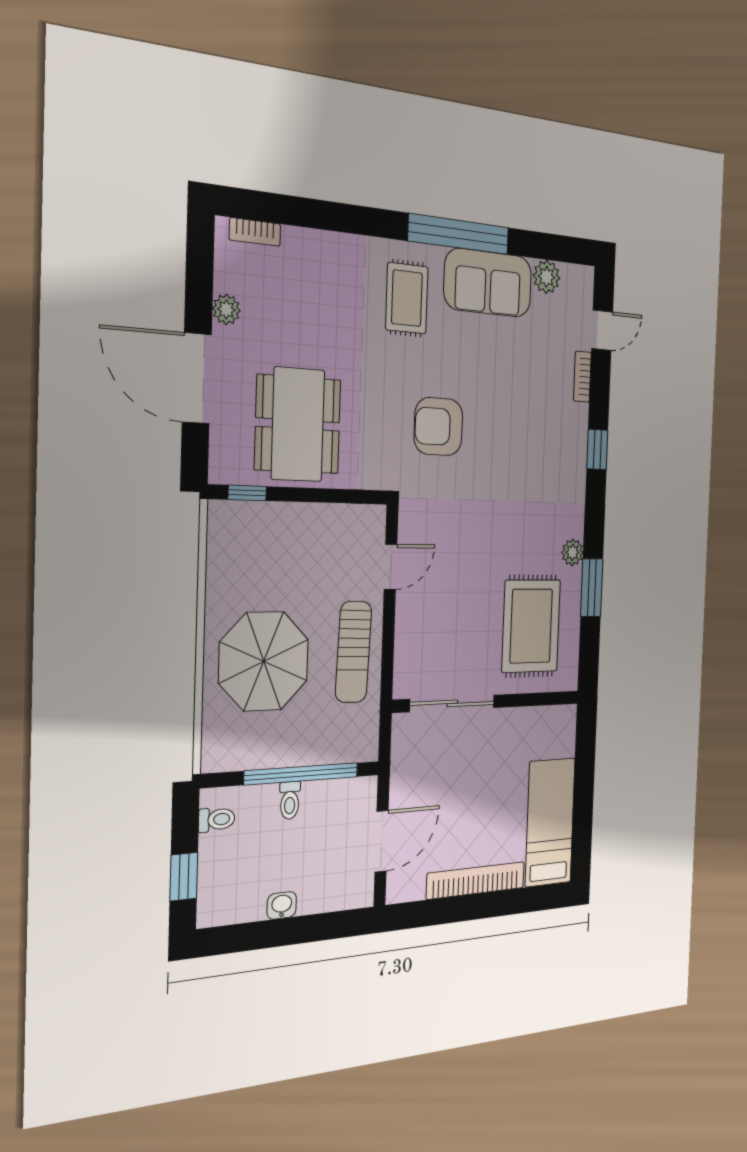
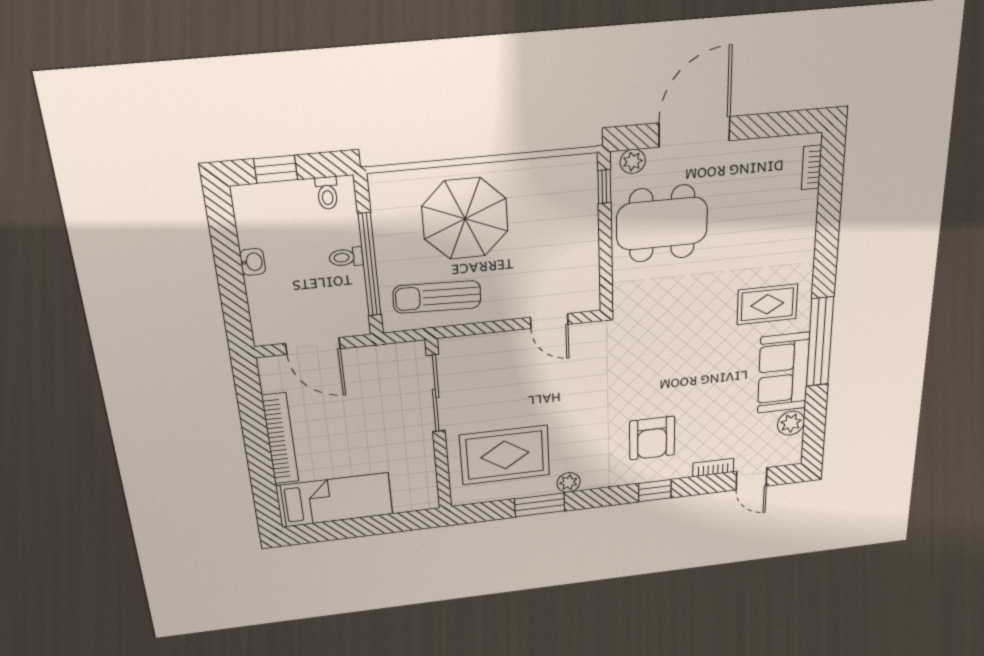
plant: (226, 309) -> (633, 161), moved
armchair: (438, 427) -> (652, 438), moved, turned 180
sun lounger: (353, 652) -> (437, 297), moved

